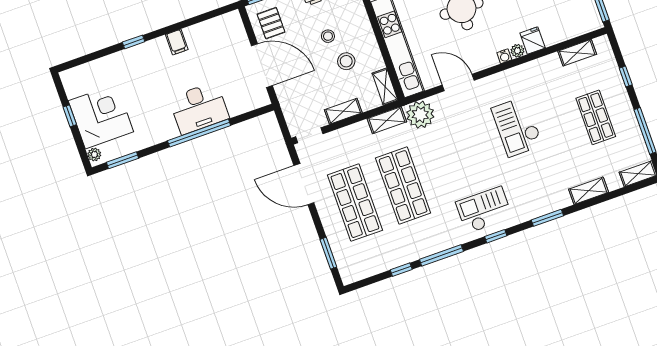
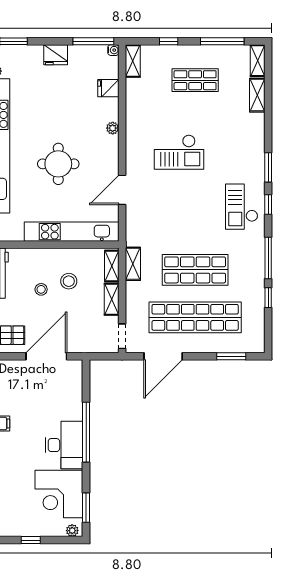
fridge: (533, 40) -> (108, 88), moved
shelving: (577, 53) -> (133, 61), moved
water cooler: (504, 56) -> (113, 50), moved
shelving: (385, 87) -> (112, 266), moved, turned 90
desk: (199, 108) -> (64, 445), moved
plant: (420, 115) -> (138, 233), removed
corner desk: (101, 116) -> (59, 494), moved, turned -90
shelving: (589, 191) -> (257, 95), moved
shop shelf: (355, 203) -> (195, 317), width x1.40
window: (547, 218) -> (268, 167), moved

